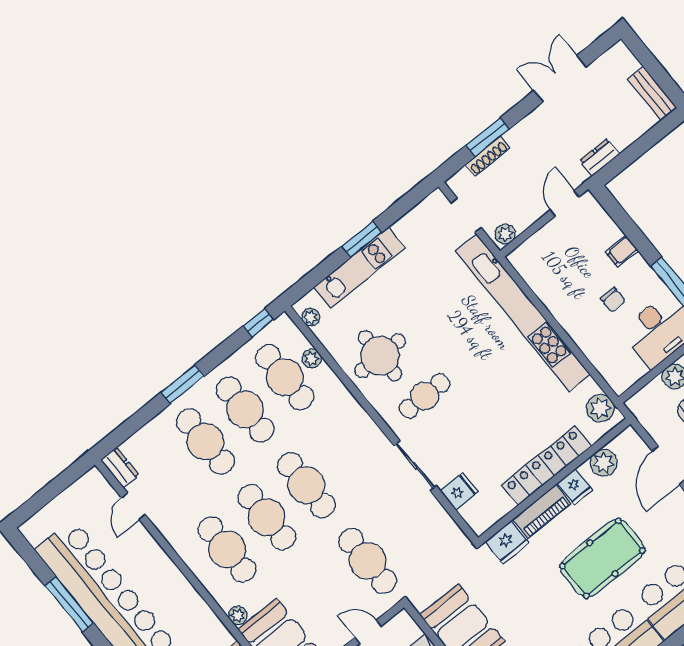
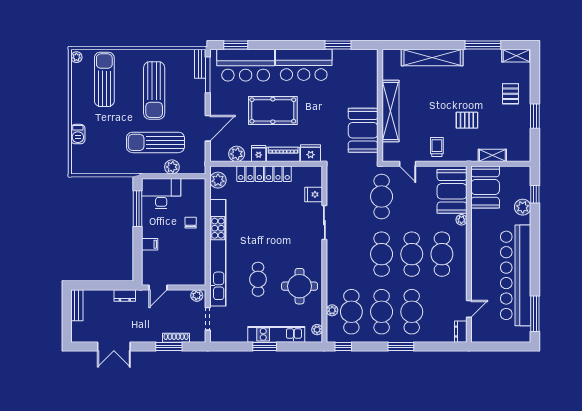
chair: (613, 300) -> (191, 223), moved
cafe table: (424, 396) -> (258, 279), moved, turned 90
window: (69, 604) -> (535, 314), moved

